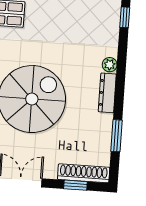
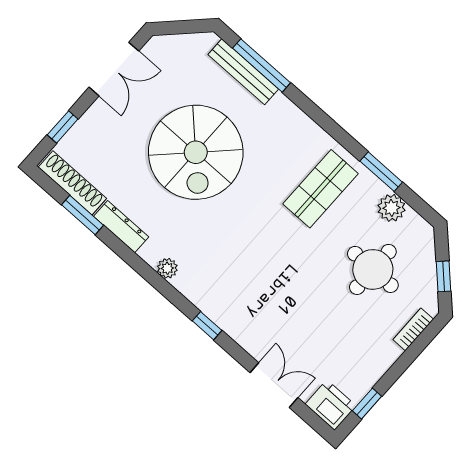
dresser: (107, 93) -> (121, 227), moved
shoe rack: (84, 173) -> (72, 183), moved, turned -90

